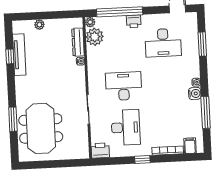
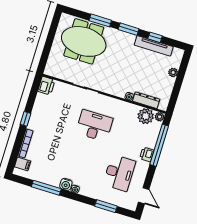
desk: (163, 43) -> (119, 173), turned 180
desk: (124, 86) -> (94, 126), turned -90
window: (11, 87) -> (129, 29), added
desk: (126, 127) -> (58, 115), removed

